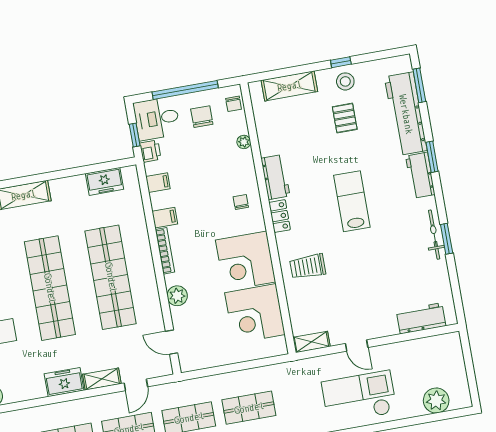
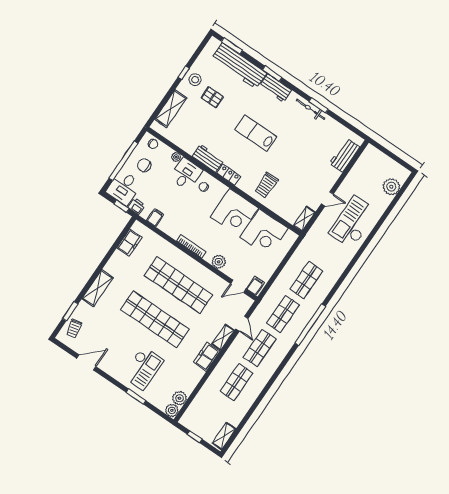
desk: (236, 170) -> (186, 174), added
filing cabinet: (165, 218) -> (256, 286), moved

